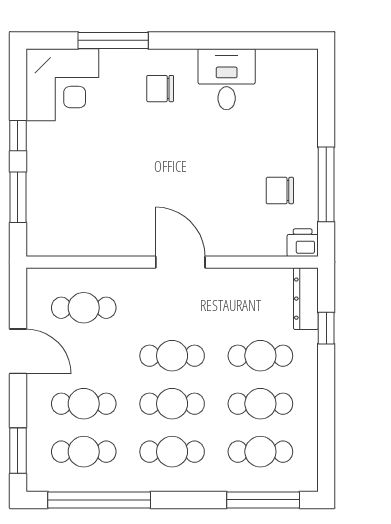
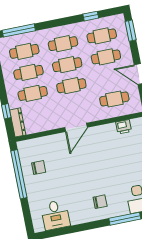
desk: (227, 79) -> (55, 215), moved
window: (326, 184) -> (19, 174), width x1.46
printer: (303, 243) -> (124, 127), moved
door: (180, 262) -> (76, 127), hinge flipped
window: (99, 500) -> (91, 16), width x0.32

